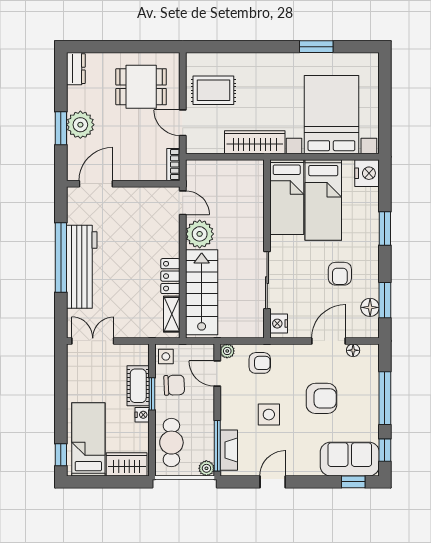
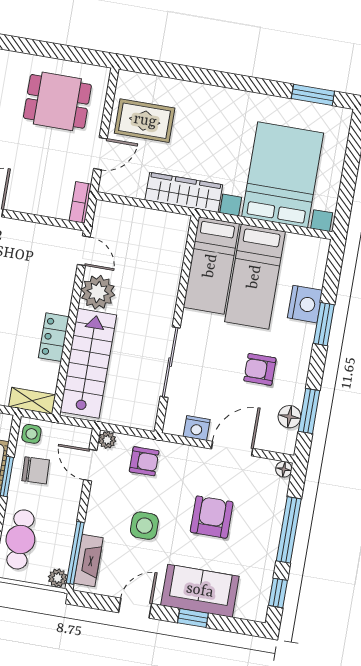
window: (316, 47) -> (313, 95), moved
door: (183, 123) -> (100, 154), swing flipped
nightstand: (367, 173) -> (305, 304), moved
armchair: (340, 274) -> (260, 369), turned 90
shelving: (172, 314) -> (32, 401), moved, turned 90
nightstand: (279, 324) -> (197, 428), moved, turned -90
floor lamp: (353, 350) -> (284, 469), moved
armchair: (321, 398) -> (212, 517), turned -90
sofa: (350, 459) -> (200, 591), moved
window: (353, 482) -> (193, 618), moved

